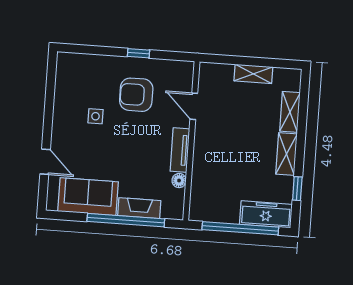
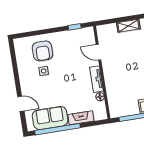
window: (138, 53) -> (75, 27), moved
armchair: (136, 95) -> (42, 51), moved, turned -90
window: (126, 220) -> (57, 129), moved

